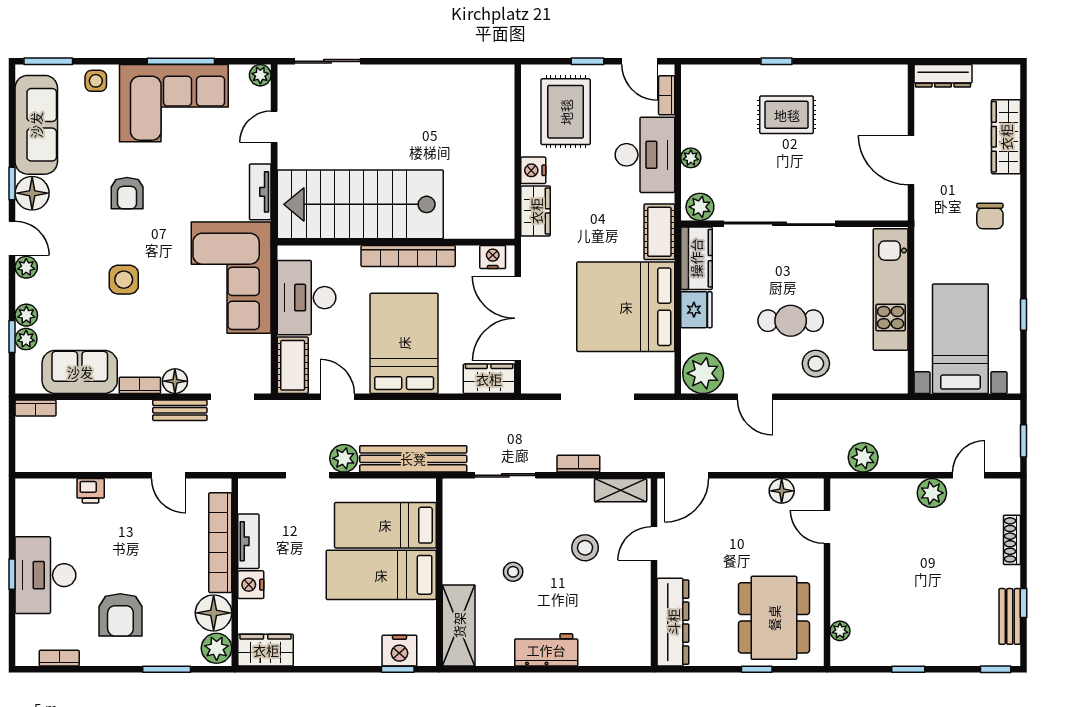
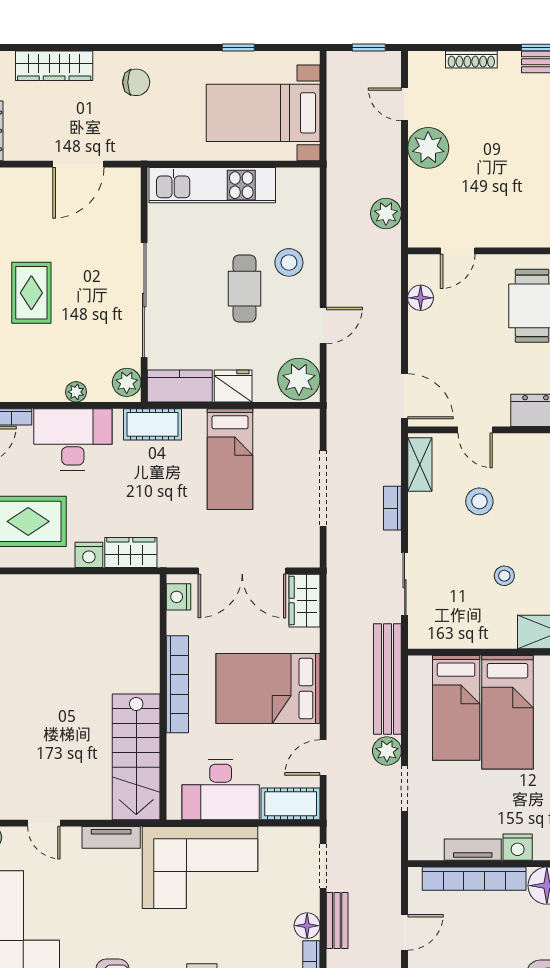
stairs: (360, 204) -> (136, 757), width x0.73, depth x0.66
bed: (626, 307) -> (230, 459), width x0.49
plant: (932, 493) -> (428, 148), width x1.36, depth x1.36

